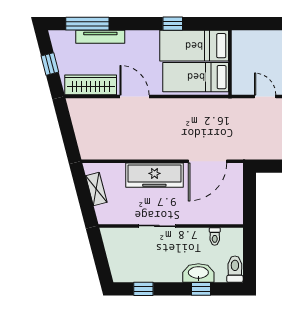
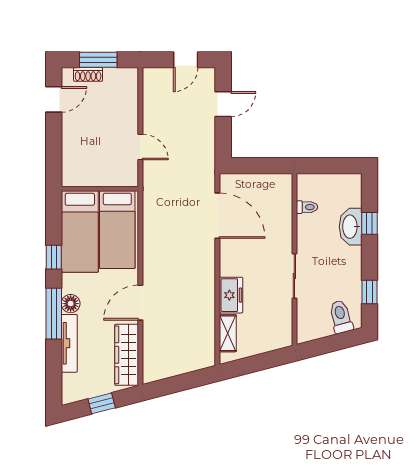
window: (87, 24) -> (54, 314), moved
floor lamp: (134, 38) -> (71, 304), added
door: (265, 96) -> (140, 147), swing flipped
freezer: (154, 175) -> (231, 295), width x0.52, depth x0.79
shelving: (96, 189) -> (228, 333), moved, turned -75
toilet: (235, 269) -> (341, 317), moved, turned 75

